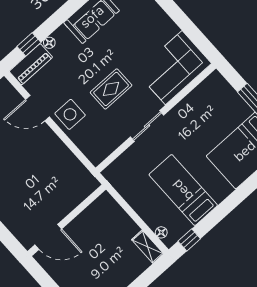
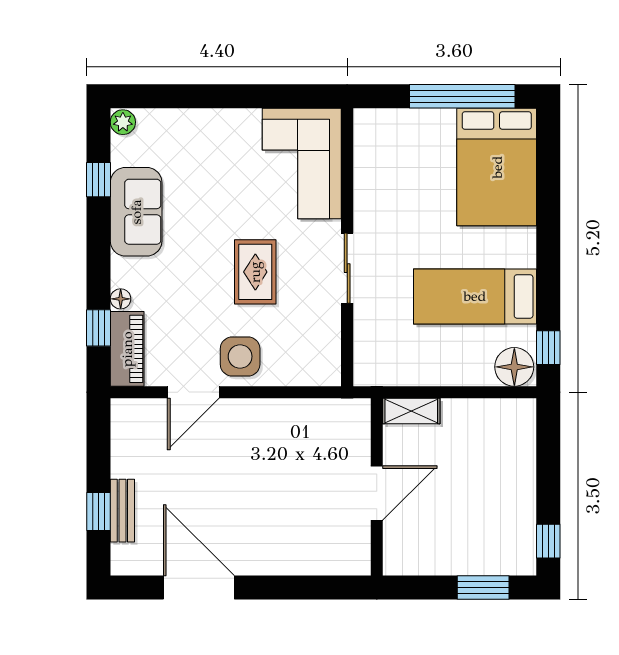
floor lamp: (161, 232) -> (514, 367), width x1.89, depth x1.89
door: (48, 237) -> (377, 493), moved
shelving: (148, 247) -> (411, 411), moved

